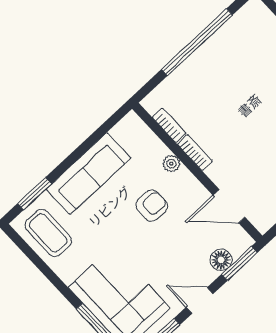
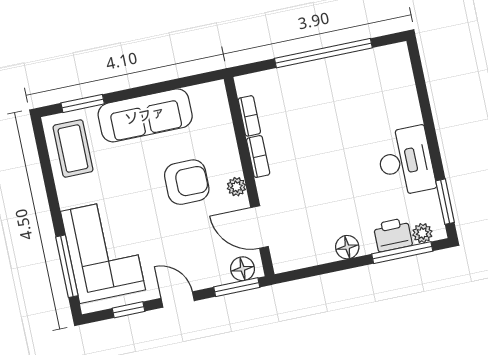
plant: (171, 164) -> (236, 187), moved
armchair: (152, 206) -> (187, 182), width x1.38, depth x1.38
floor lamp: (221, 260) -> (243, 269), moved

